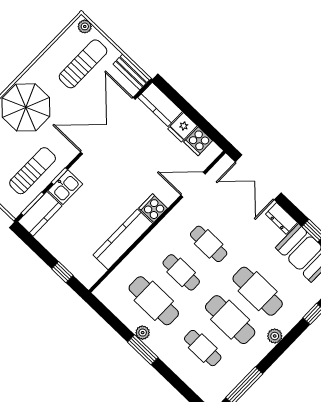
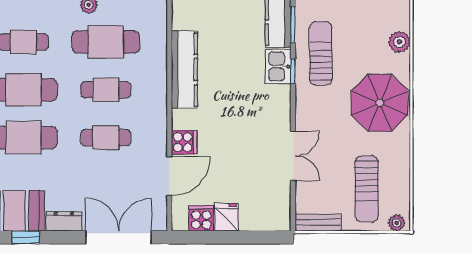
kitchen counter: (160, 104) -> (265, 218), removed
double door: (108, 126) -> (293, 156), width x0.54
sun lounger: (33, 171) -> (321, 53), turned 180
cooker: (153, 208) -> (184, 142), moved

